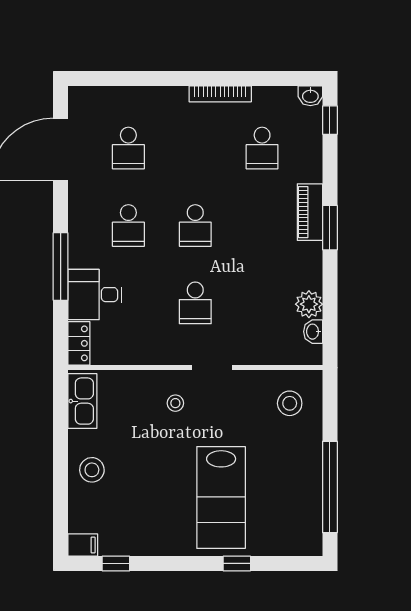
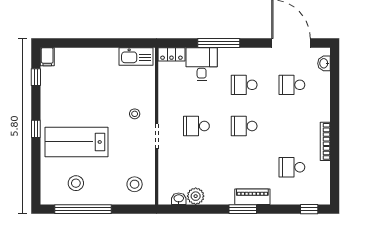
washbasin: (310, 96) -> (324, 63), moved
stool: (92, 470) -> (76, 183), moved
window: (237, 563) -> (36, 129), moved

